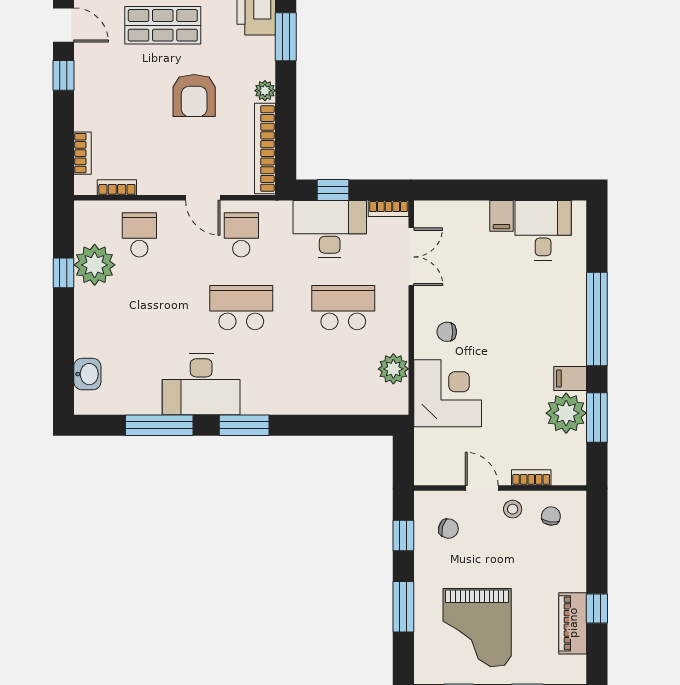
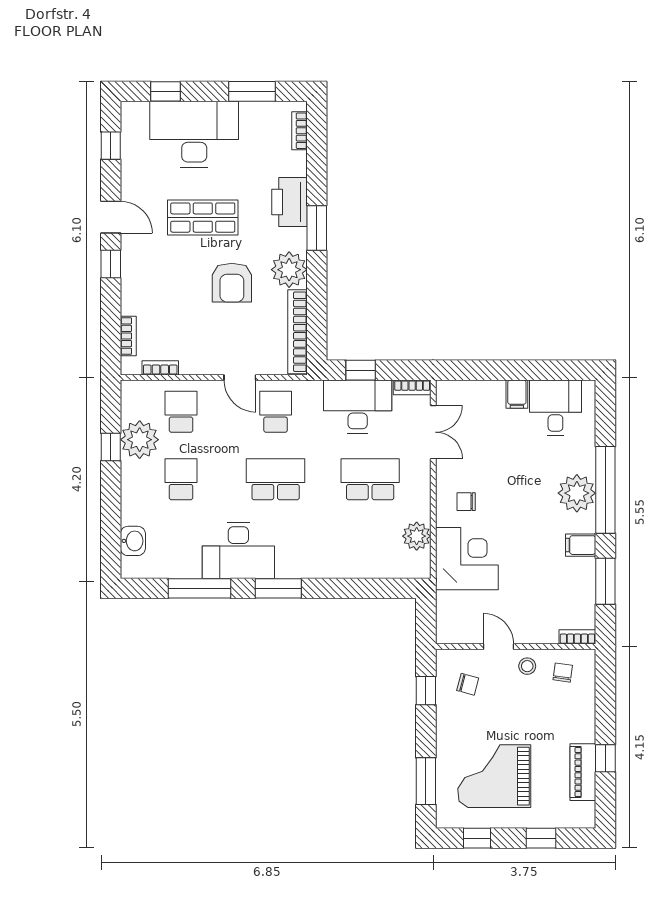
plant: (265, 91) -> (289, 270), width x1.87, depth x1.87
school desk: (139, 308) -> (181, 479), added
plant: (566, 413) -> (577, 493), moved
bookcase: (531, 478) -> (577, 637), moved
window: (403, 607) -> (426, 781), moved
grand piano: (477, 628) -> (494, 776), turned 90

